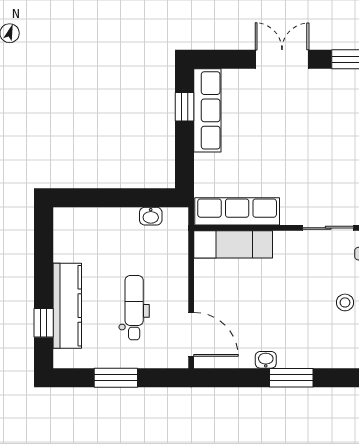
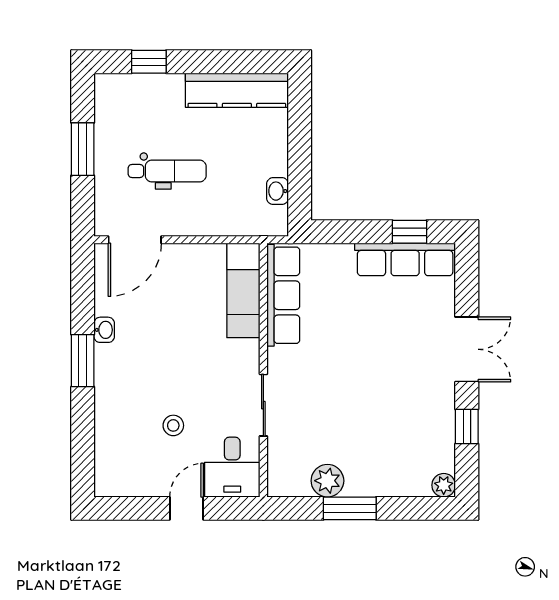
kitchen counter: (67, 306) -> (237, 90), moved

